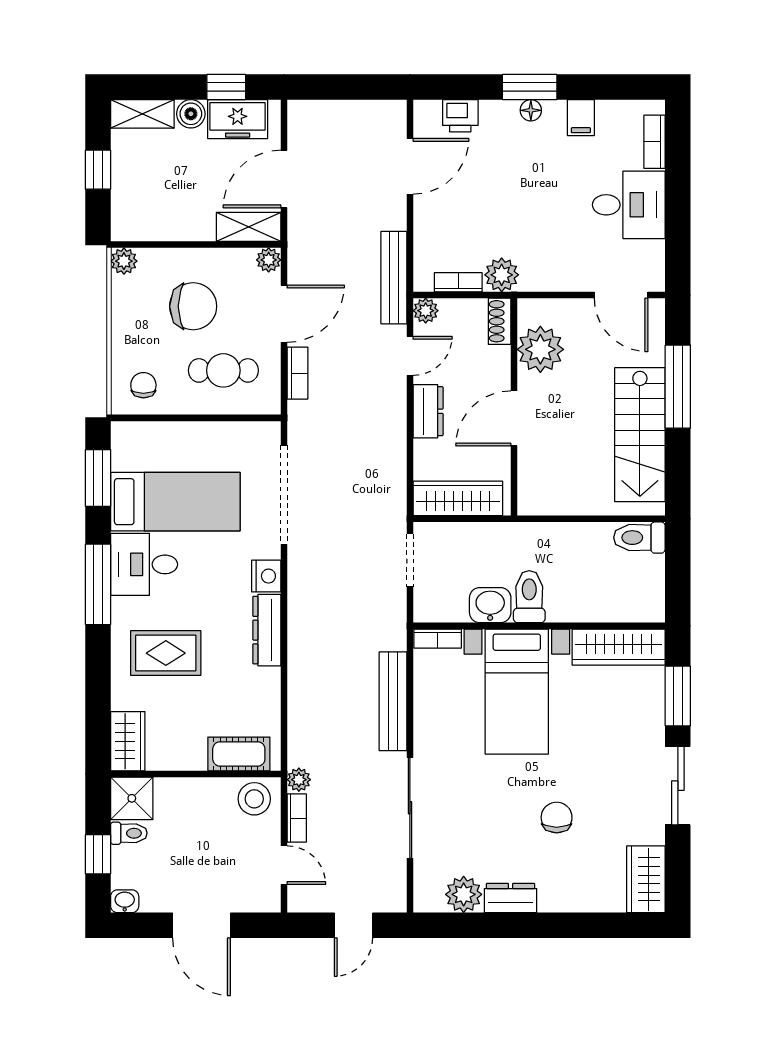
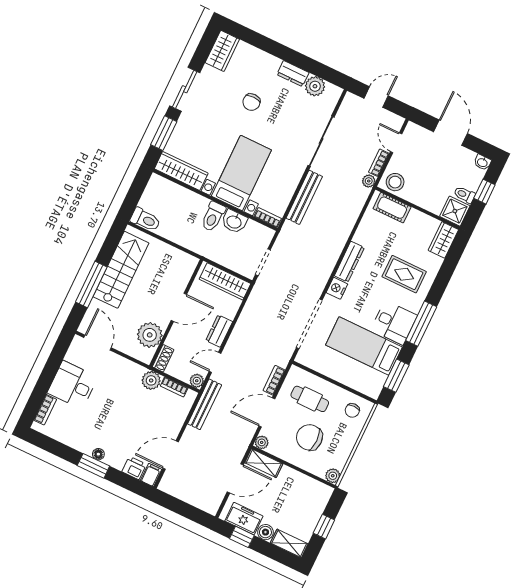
filing cabinet: (581, 118) -> (151, 475), moved

